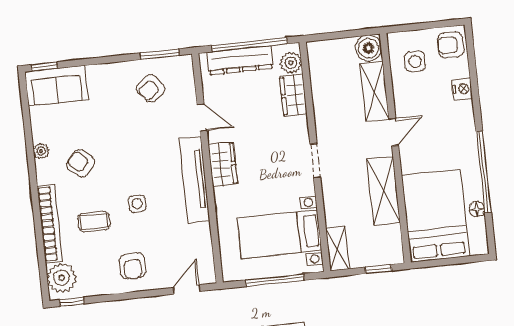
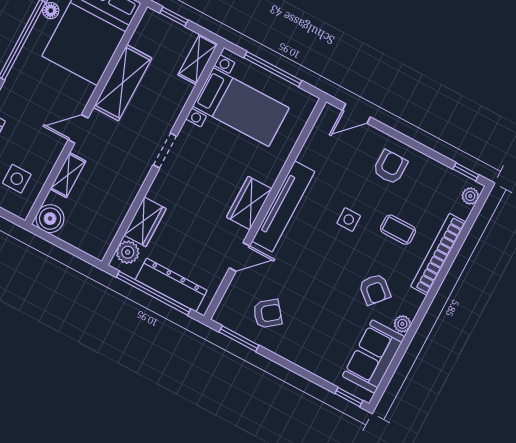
sofa: (56, 86) -> (374, 356), moved, turned -90
shelving: (375, 91) -> (68, 175), width x0.67, depth x0.75
door: (202, 118) -> (239, 257), swing flipped
plant: (62, 278) -> (470, 196), width x0.53, depth x0.53

